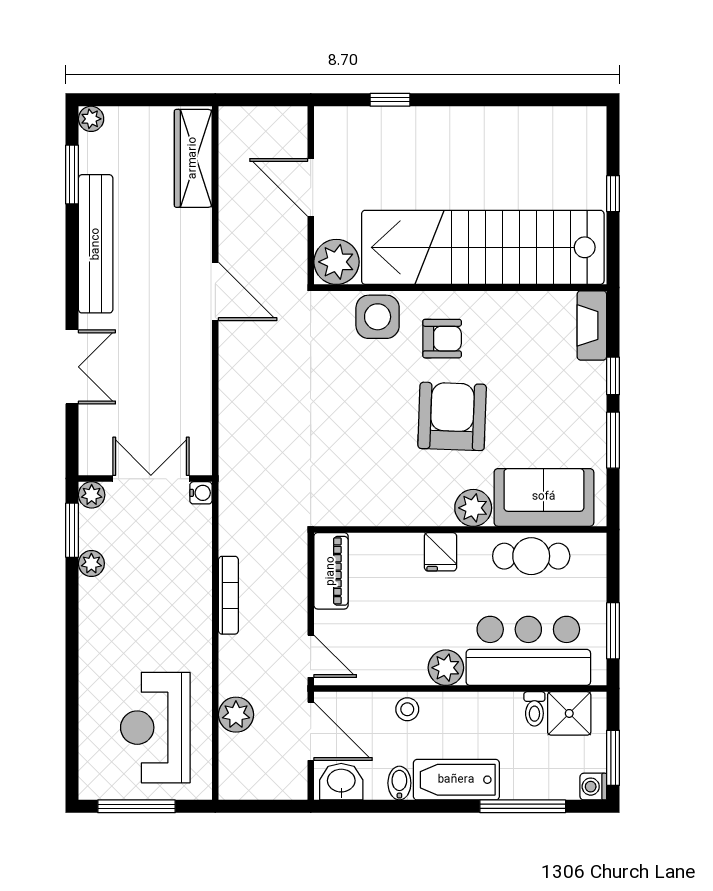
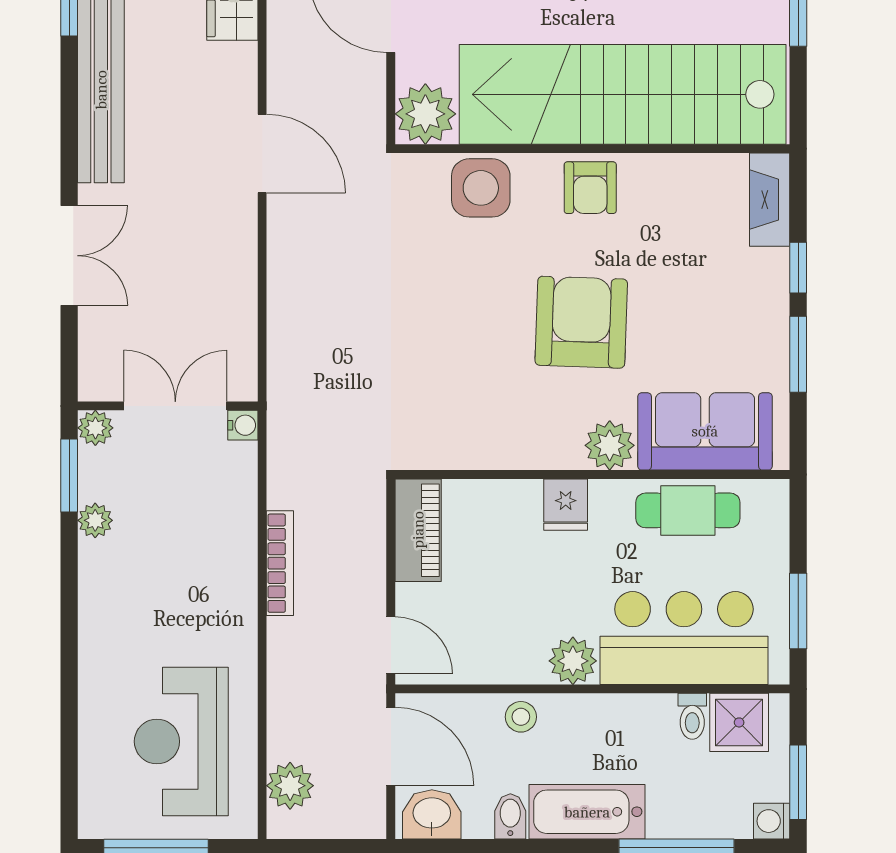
armchair: (442, 339) -> (590, 188), moved, turned 90
plant: (236, 715) -> (290, 786), moved

